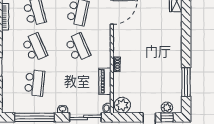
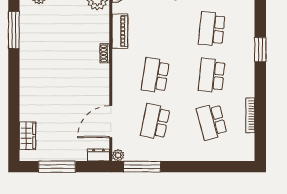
school desk: (35, 47) -> (212, 75), turned 30
school desk: (78, 47) -> (155, 75), turned 33

